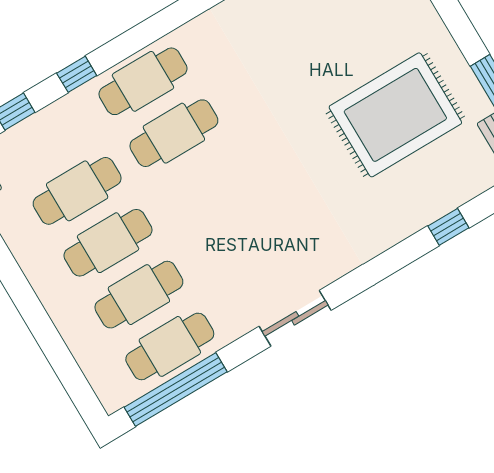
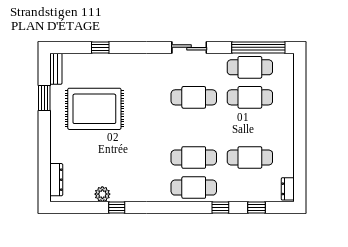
cafe table: (108, 243) -> (194, 97), moved

